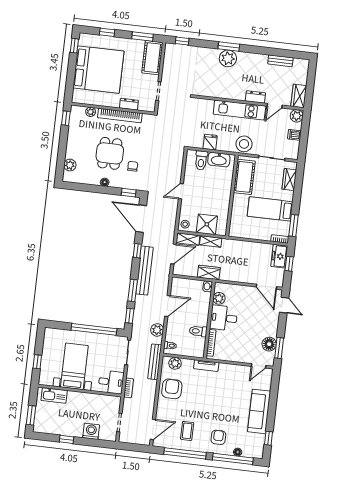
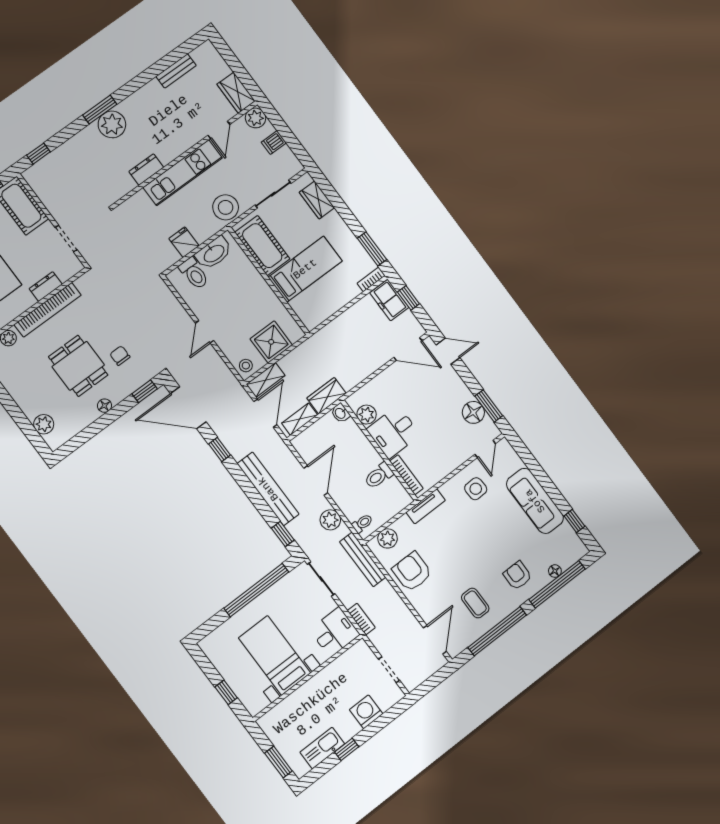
dresser: (255, 97) -> (146, 170), moved
bed: (270, 209) -> (305, 269), moved, turned 180
shelving: (211, 241) -> (300, 419), moved
bench: (144, 271) -> (268, 489), moved
window: (133, 290) -> (258, 501), removed
side table: (237, 380) -> (476, 489), added
kitchen sink: (54, 395) -> (322, 748), moved, turned 180

